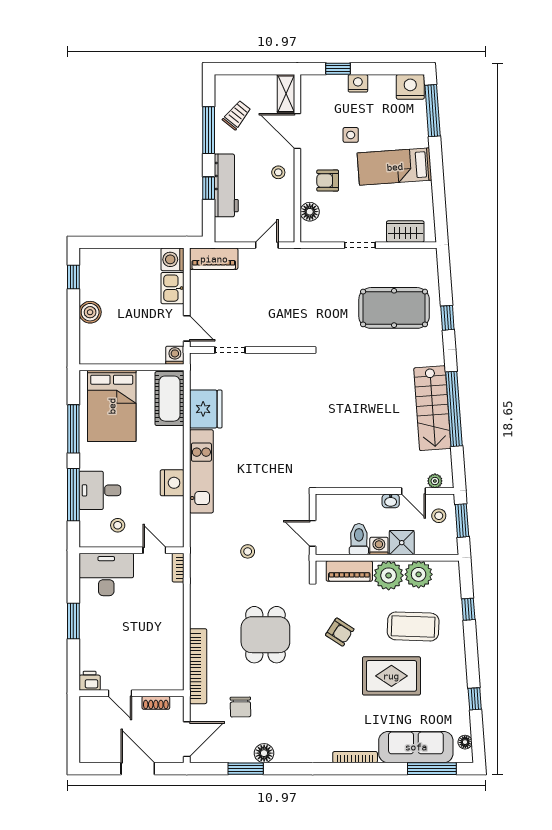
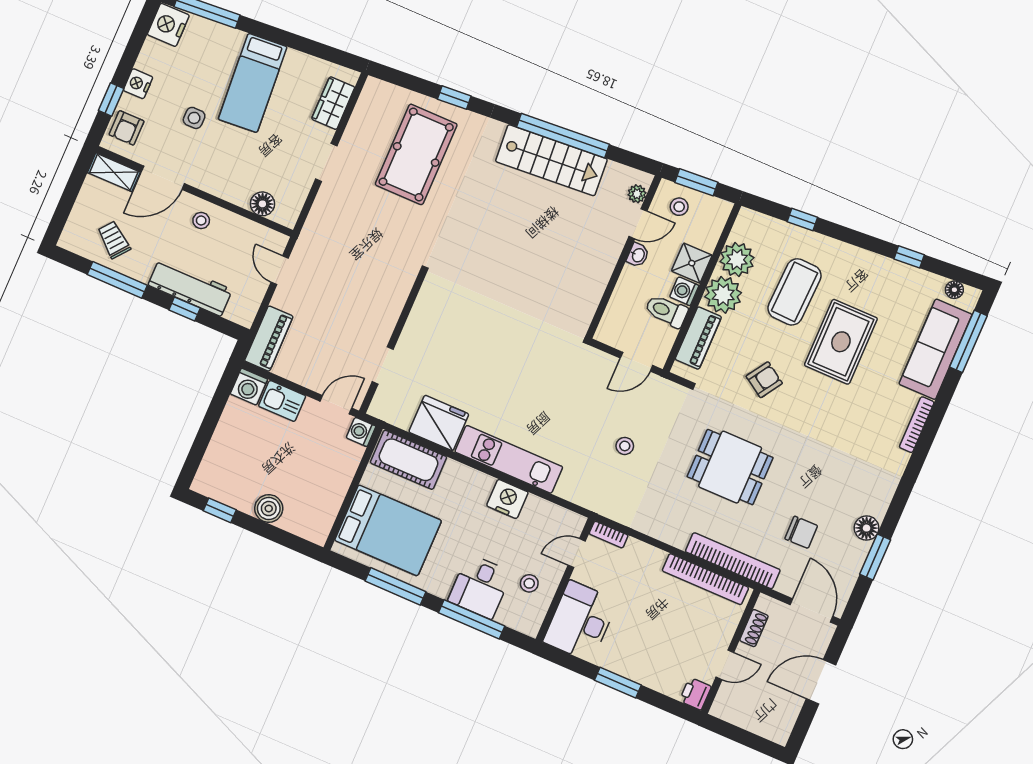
armchair: (328, 181) -> (127, 128), moved
bookcase: (176, 652) -> (705, 579), added

